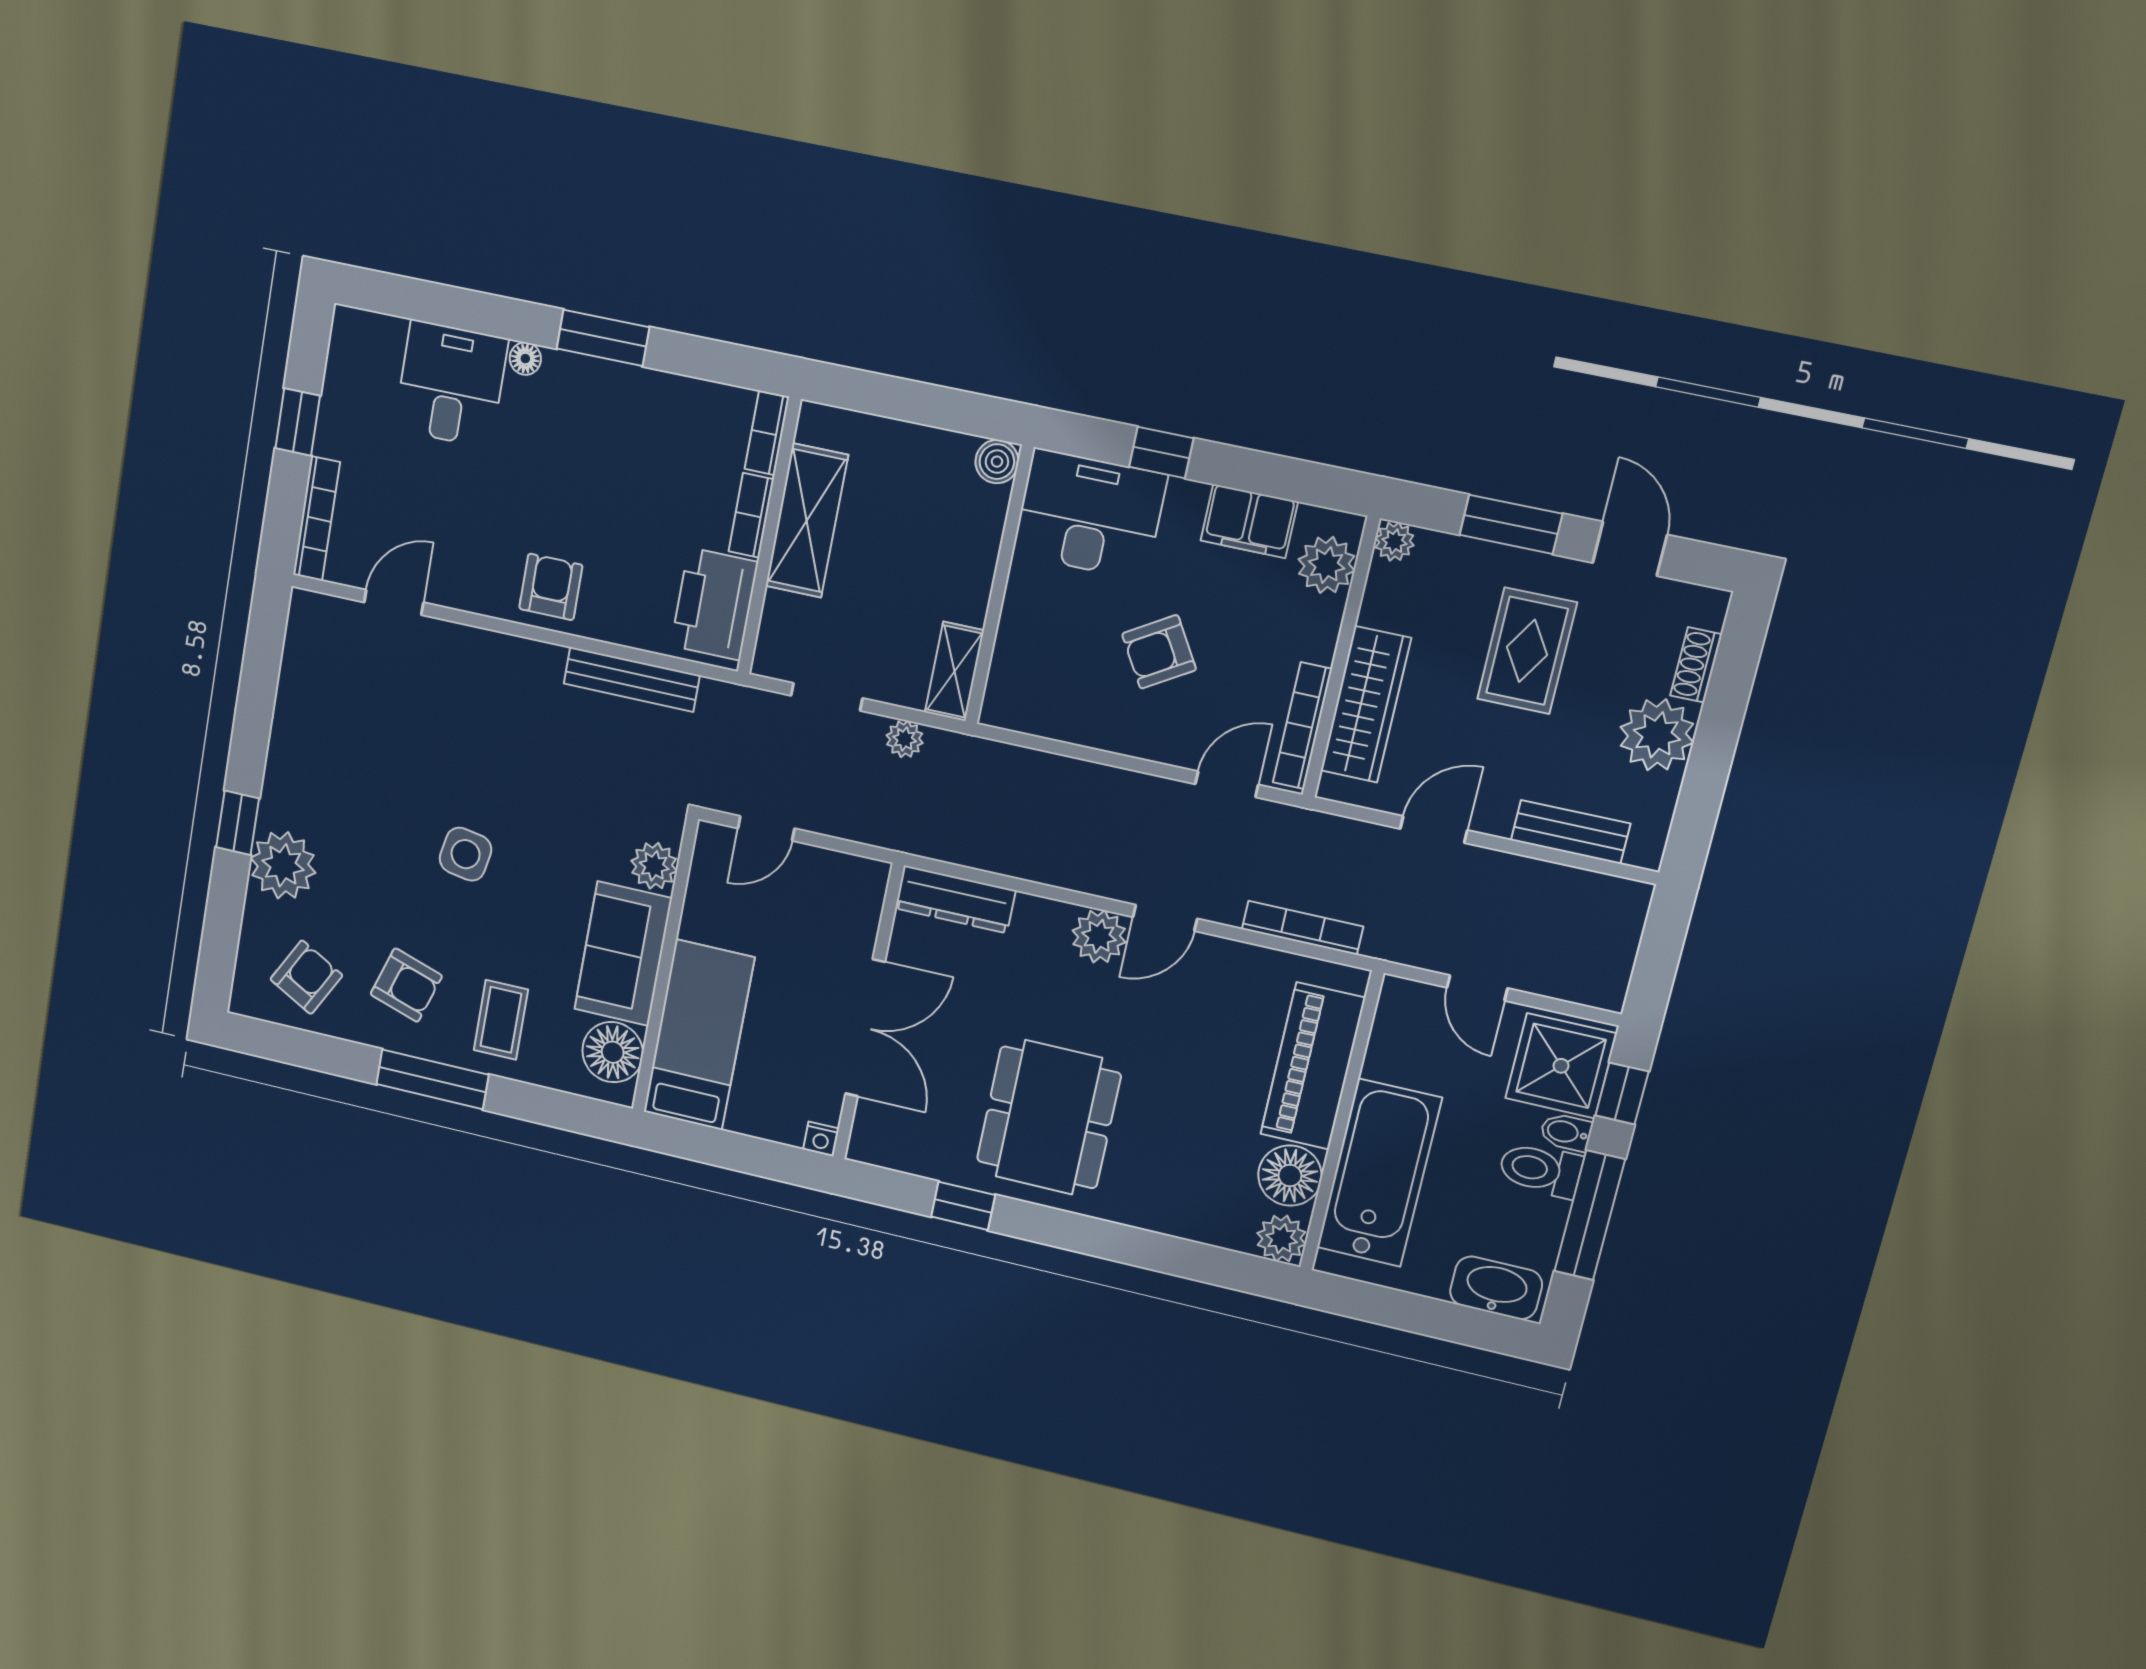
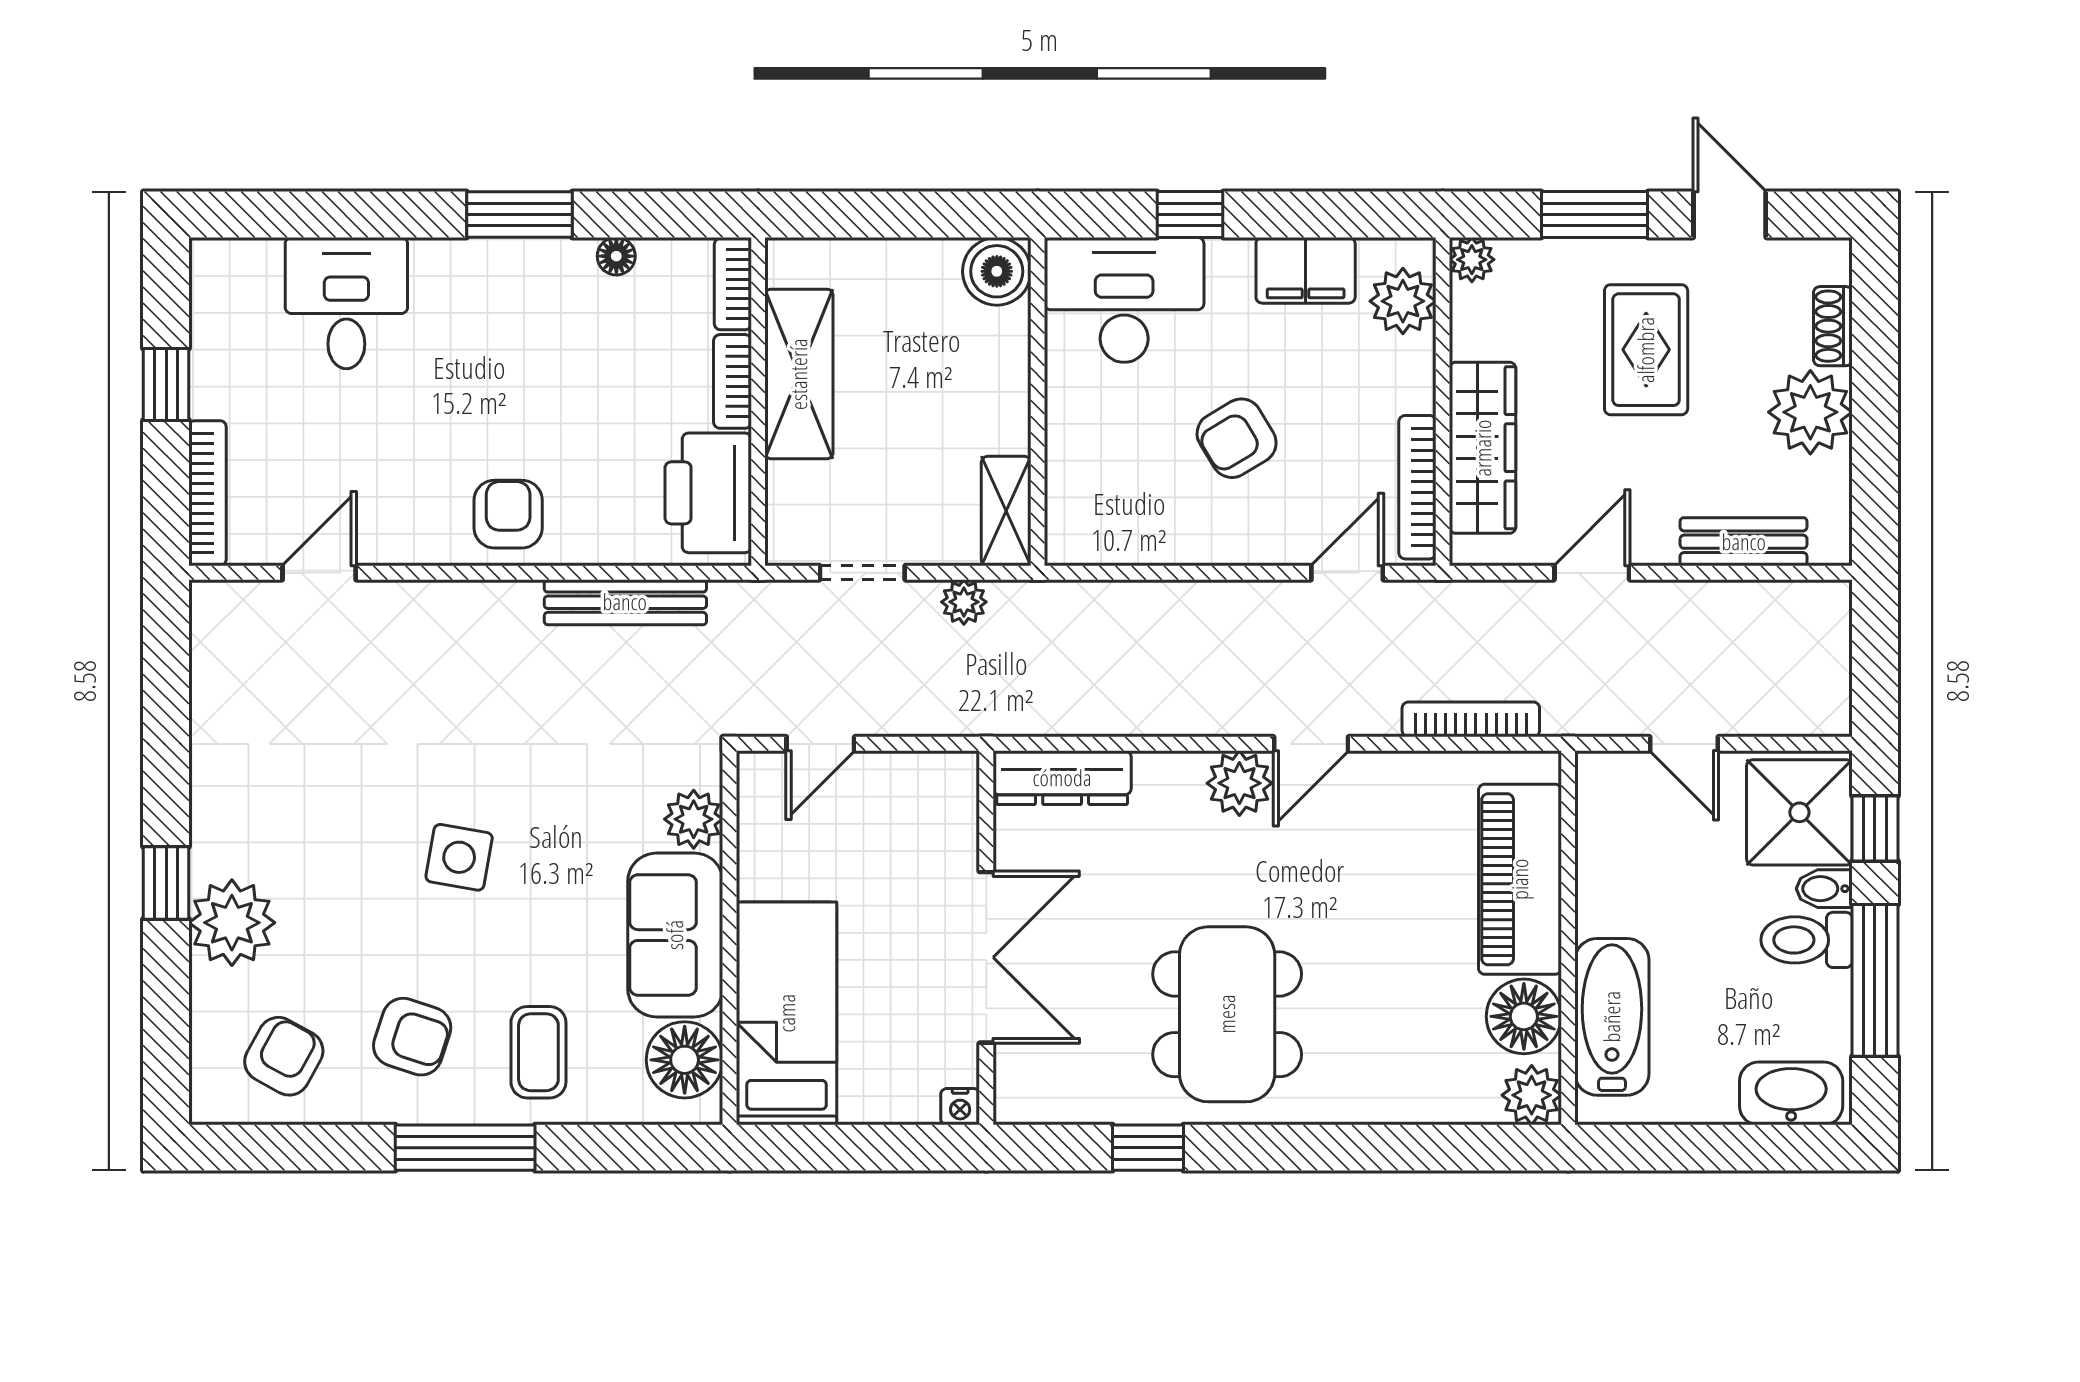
floor lamp: (525, 359) -> (616, 256), moved
boiler: (997, 462) -> (997, 271), width x1.36, depth x1.36
bathtub: (1379, 1173) -> (1612, 1017), width x0.73, depth x0.73

